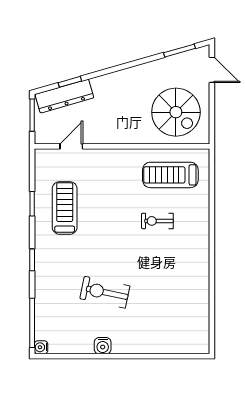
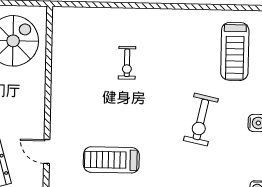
treadmill: (170, 175) -> (235, 51), moved

